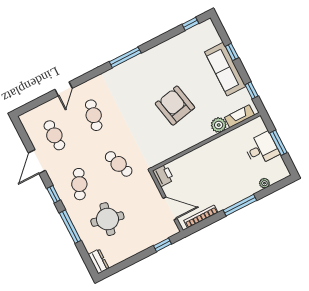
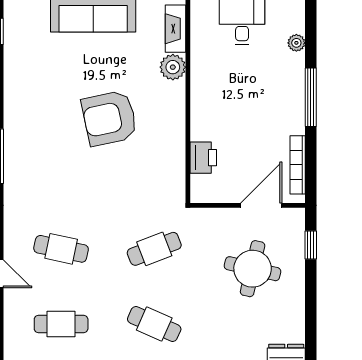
printer: (163, 175) -> (203, 158), moved, turned 90
round table: (107, 219) -> (253, 269), moved

